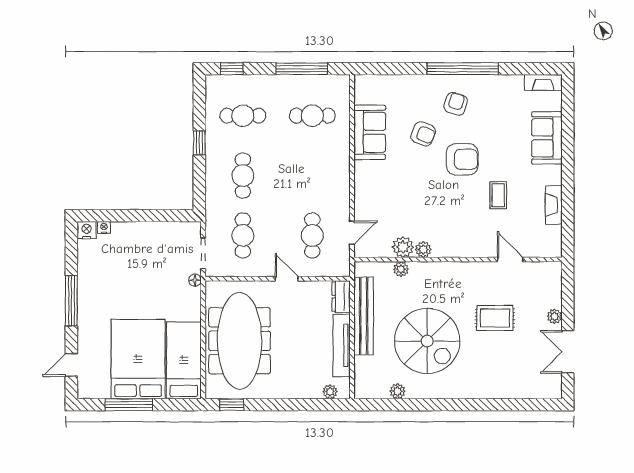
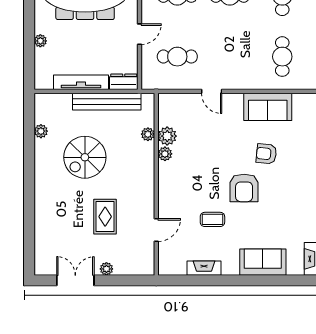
armchair: (456, 104) -> (293, 182), removed
armchair: (423, 134) -> (266, 154), turned 73
door: (352, 233) -> (212, 91), moved
spiral stairs: (427, 341) -> (85, 157), width x0.73, depth x0.73
plant: (330, 392) -> (40, 41), moved

